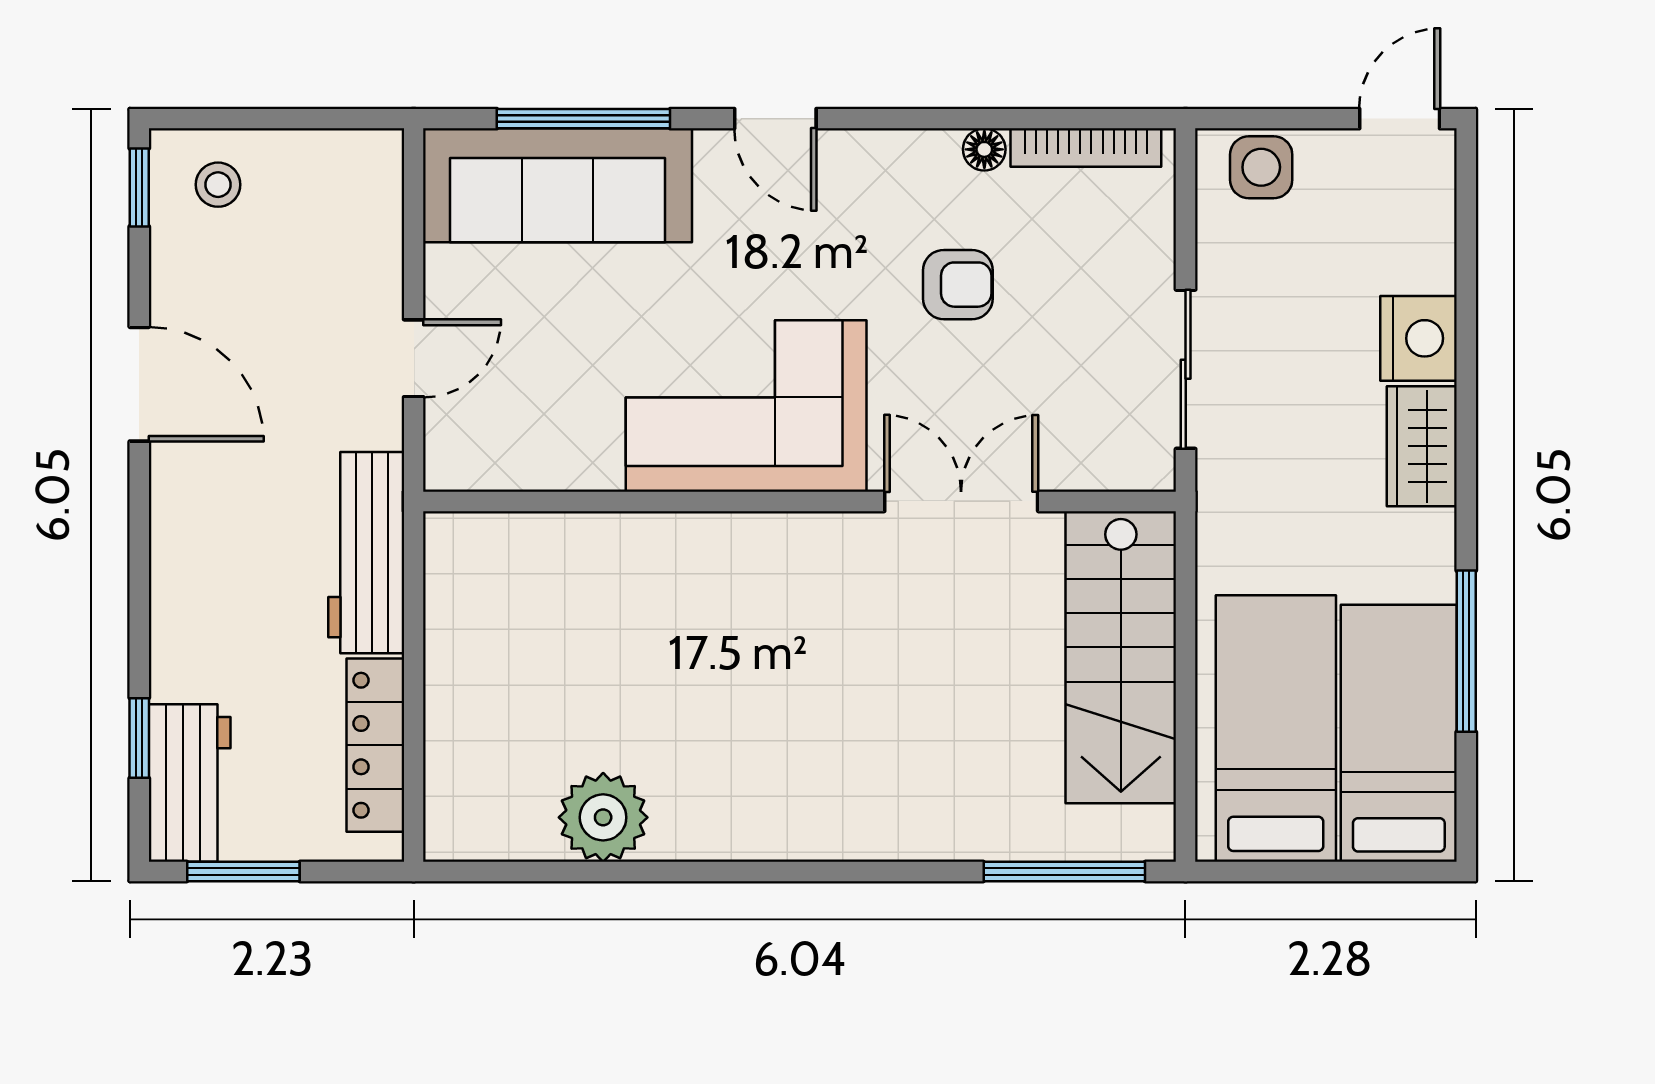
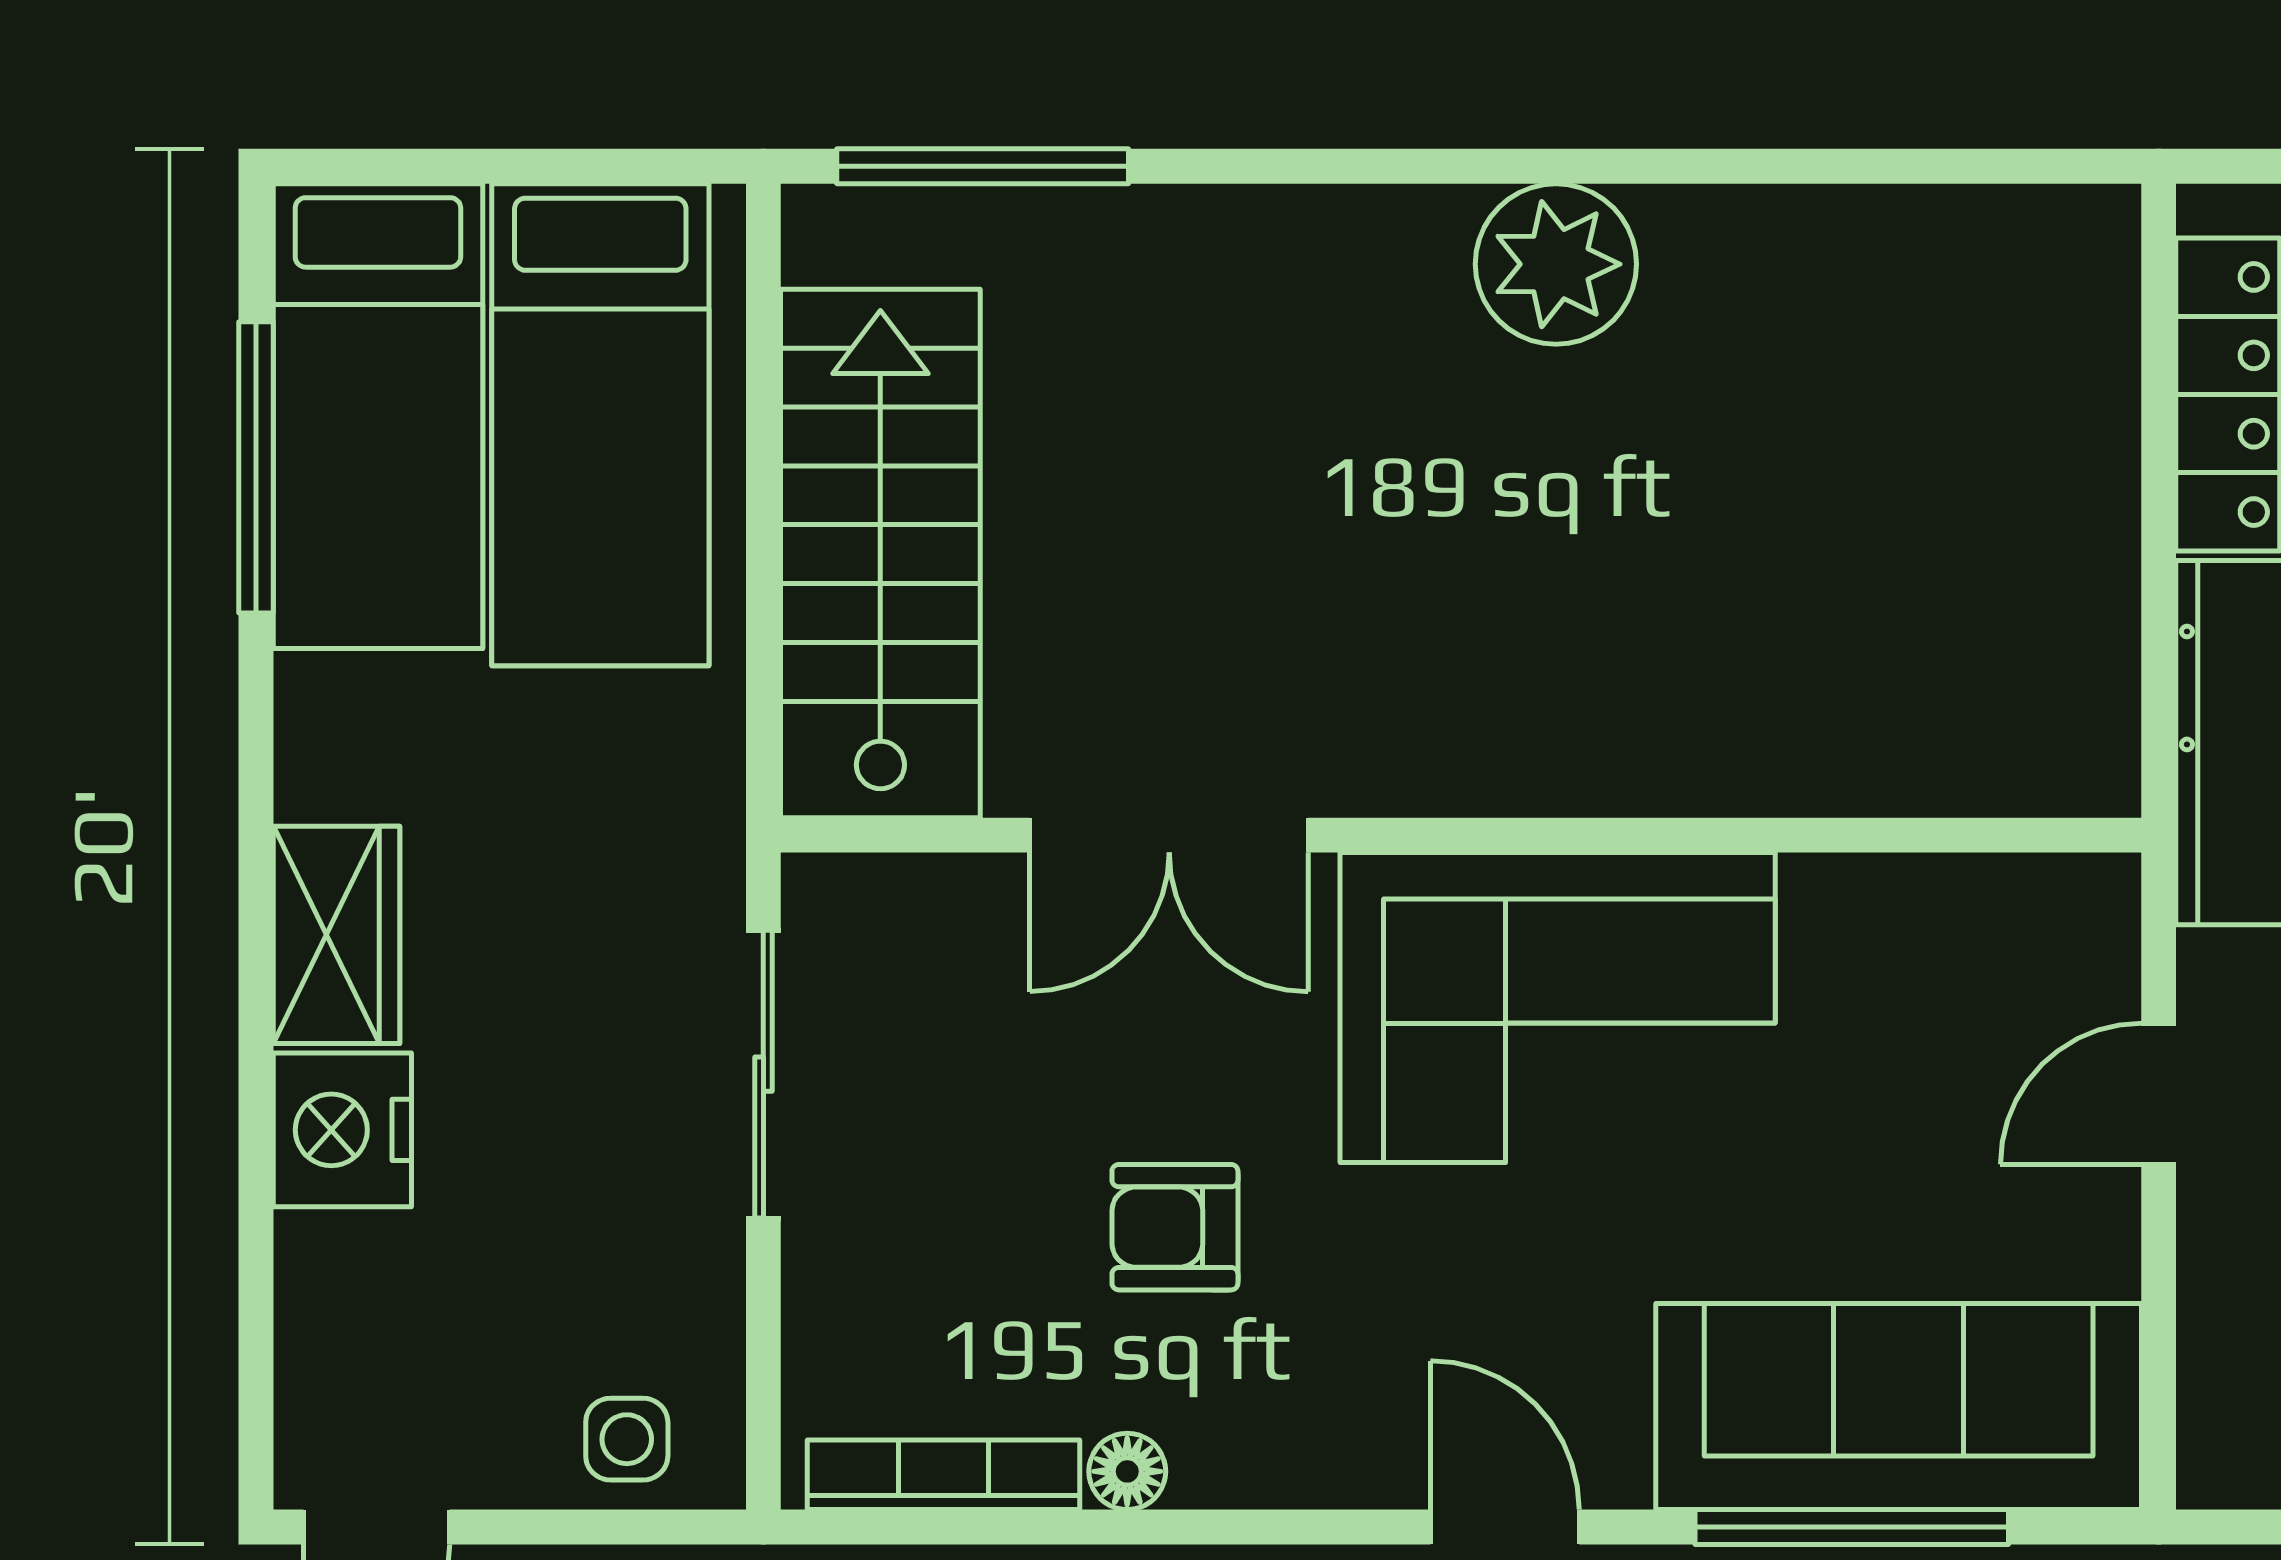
side table: (1261, 167) -> (627, 1439), width x0.73, depth x0.73
window: (1466, 651) -> (256, 467), moved
plant: (603, 817) -> (1556, 264), moved

